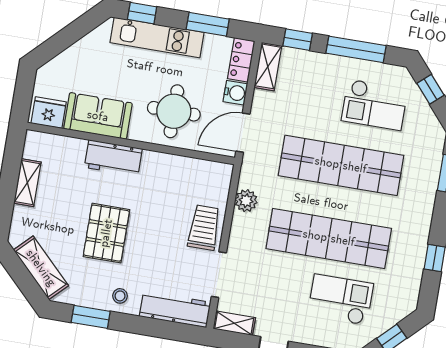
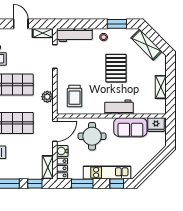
trolley: (204, 228) -> (75, 96), moved

